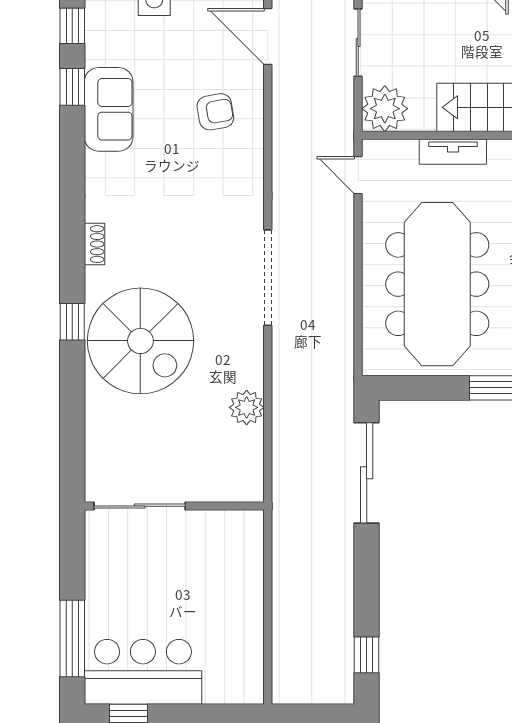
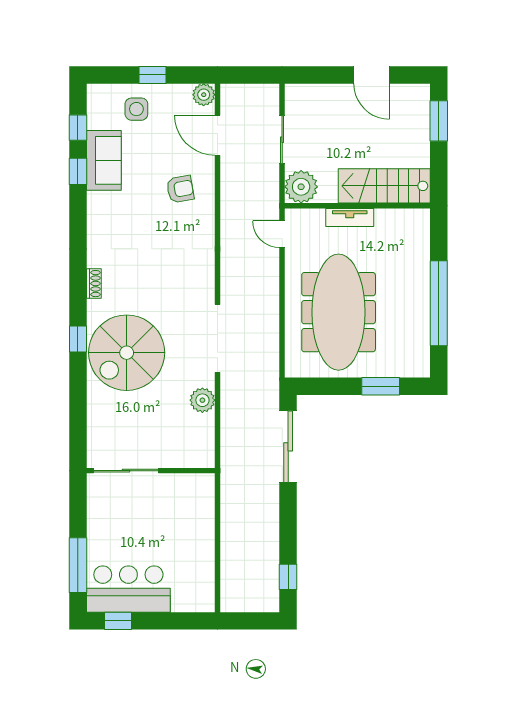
sofa: (109, 109) -> (104, 160), moved
doorway: (268, 278) -> (217, 338), moved
spiral stairs: (140, 341) -> (127, 353), turned 90

